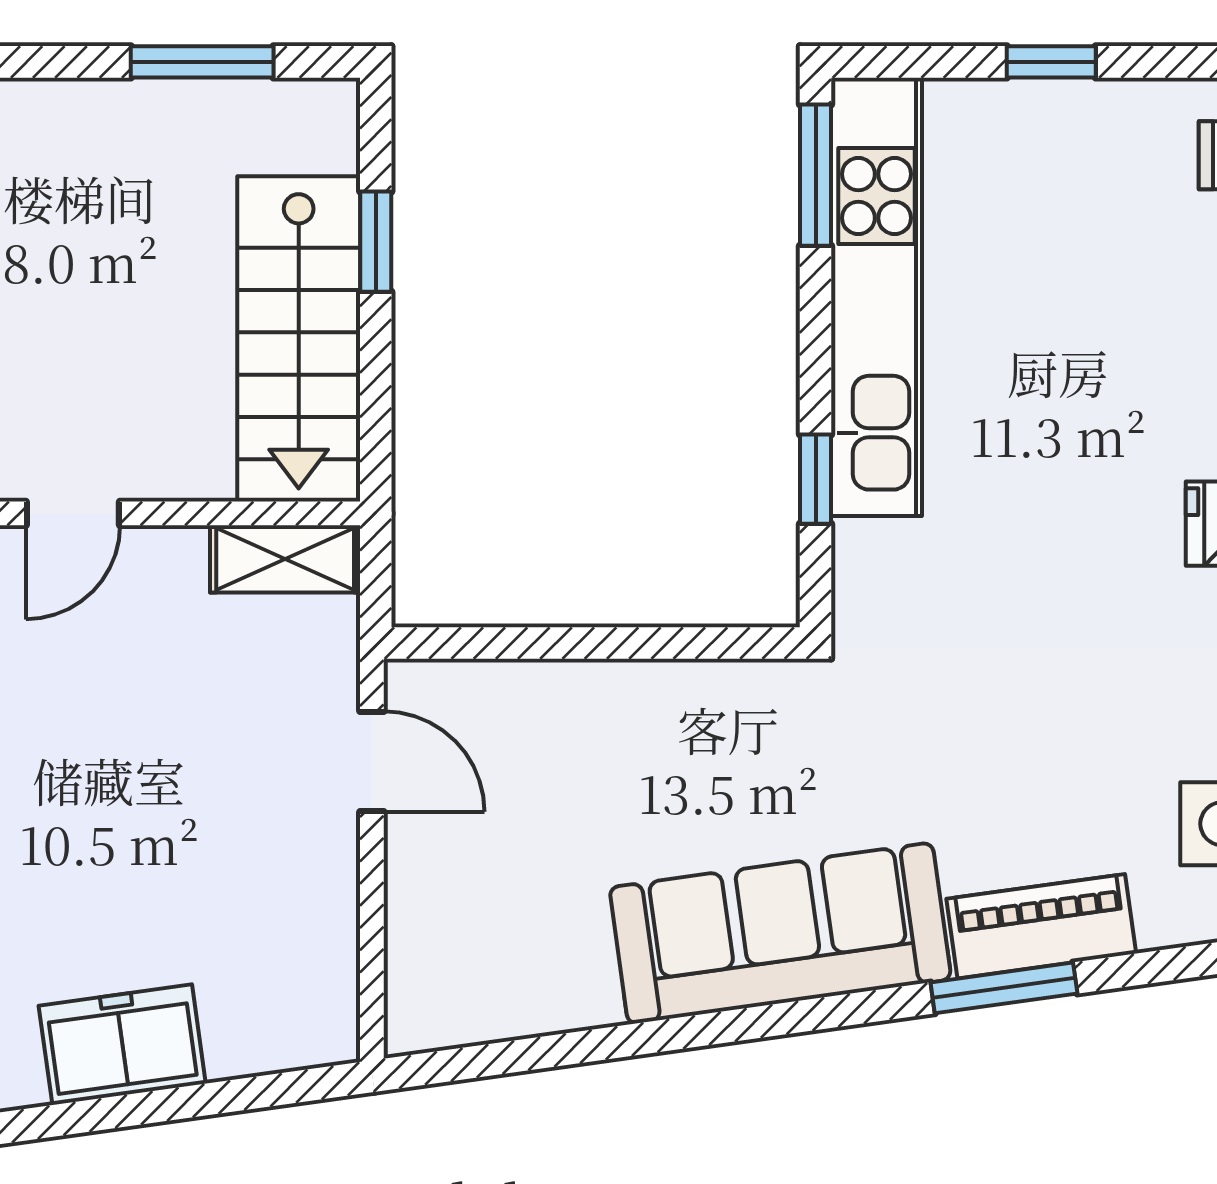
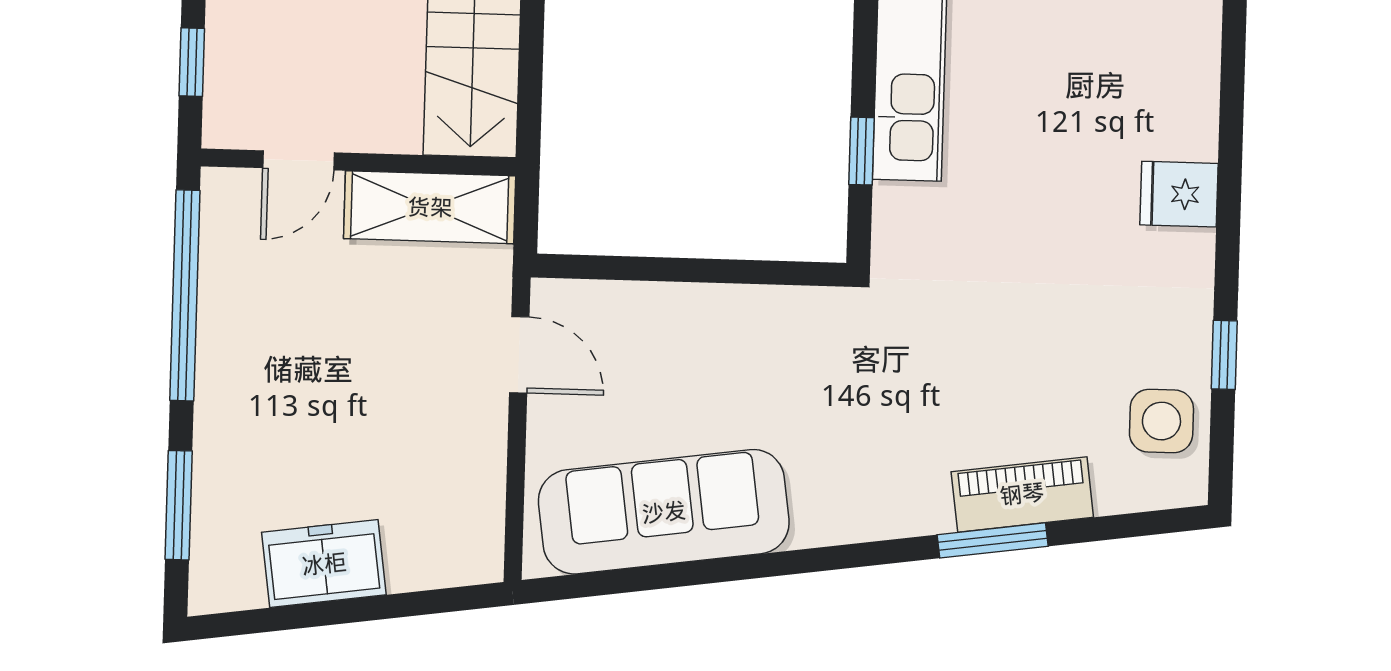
shelving: (285, 559) -> (430, 207), width x1.50, depth x1.33
sofa: (780, 933) -> (664, 512), moved

